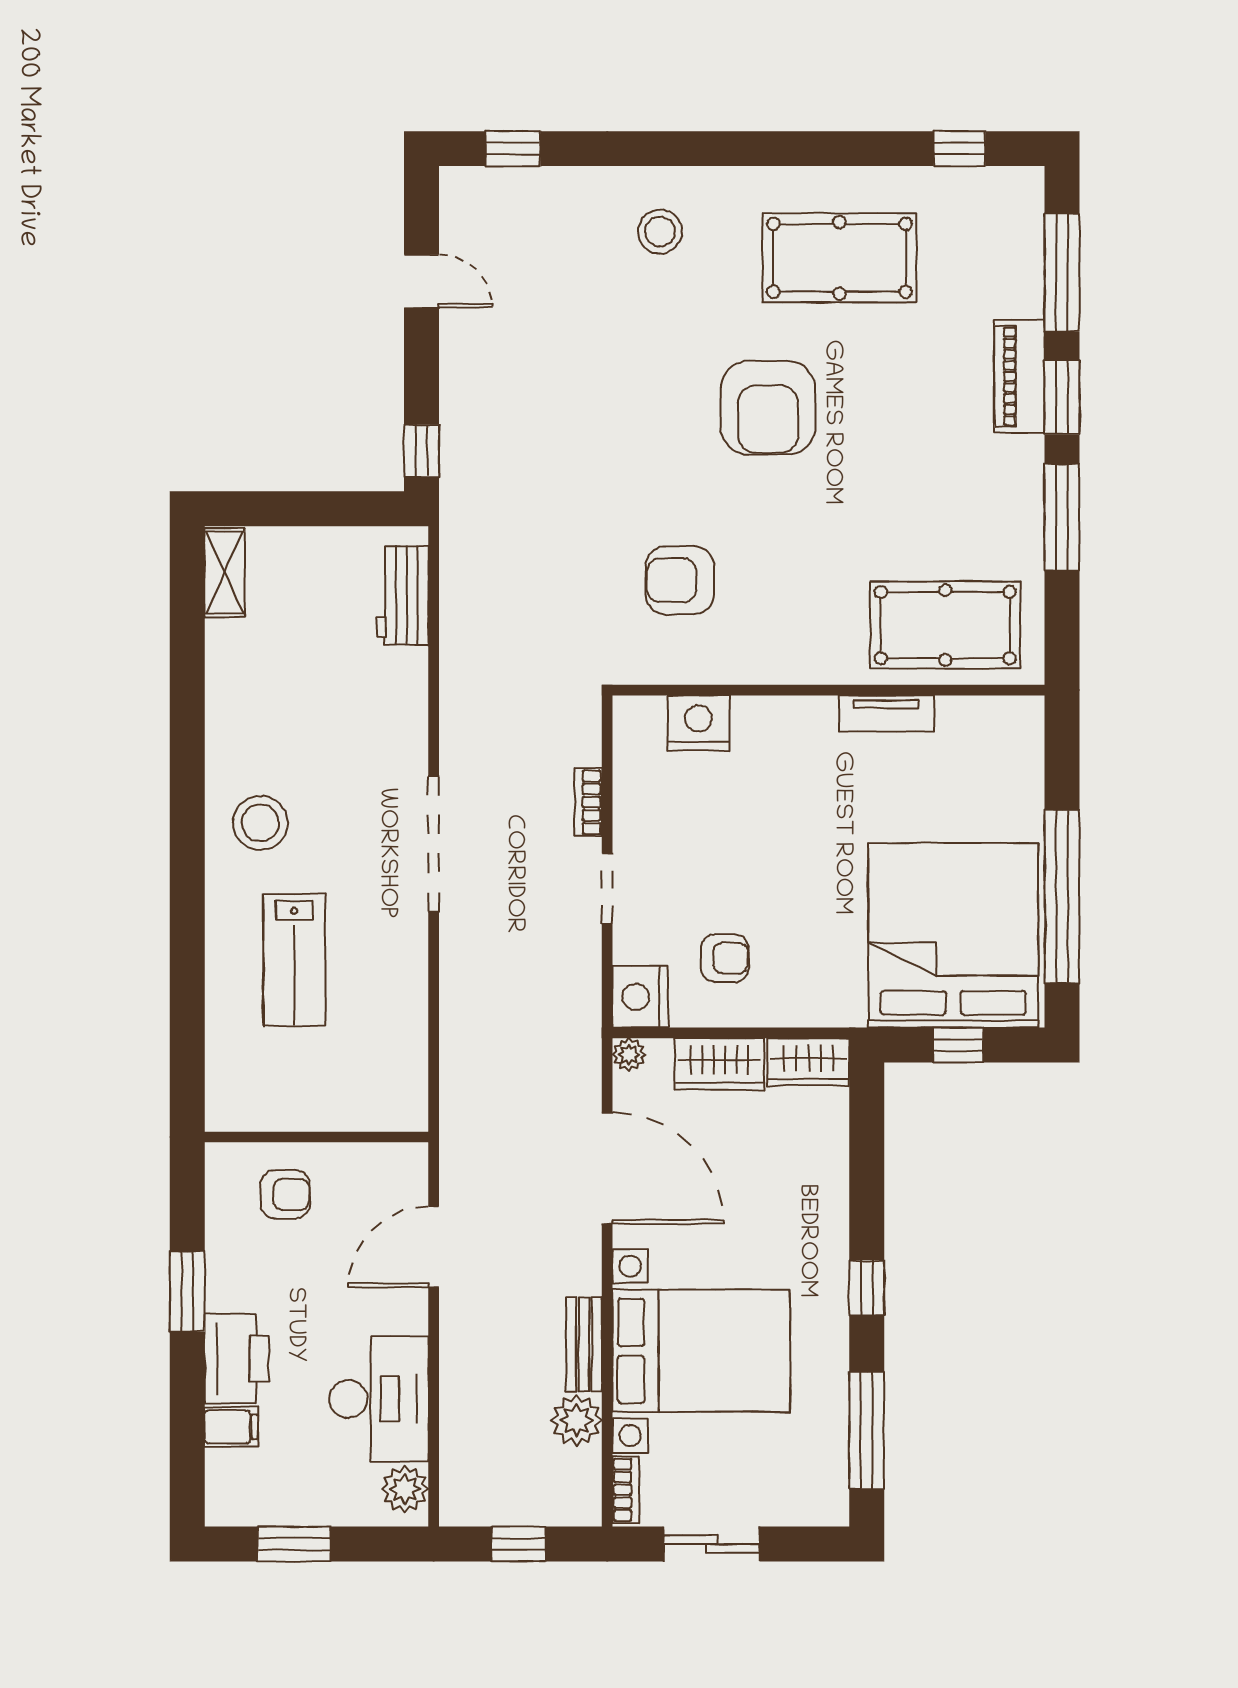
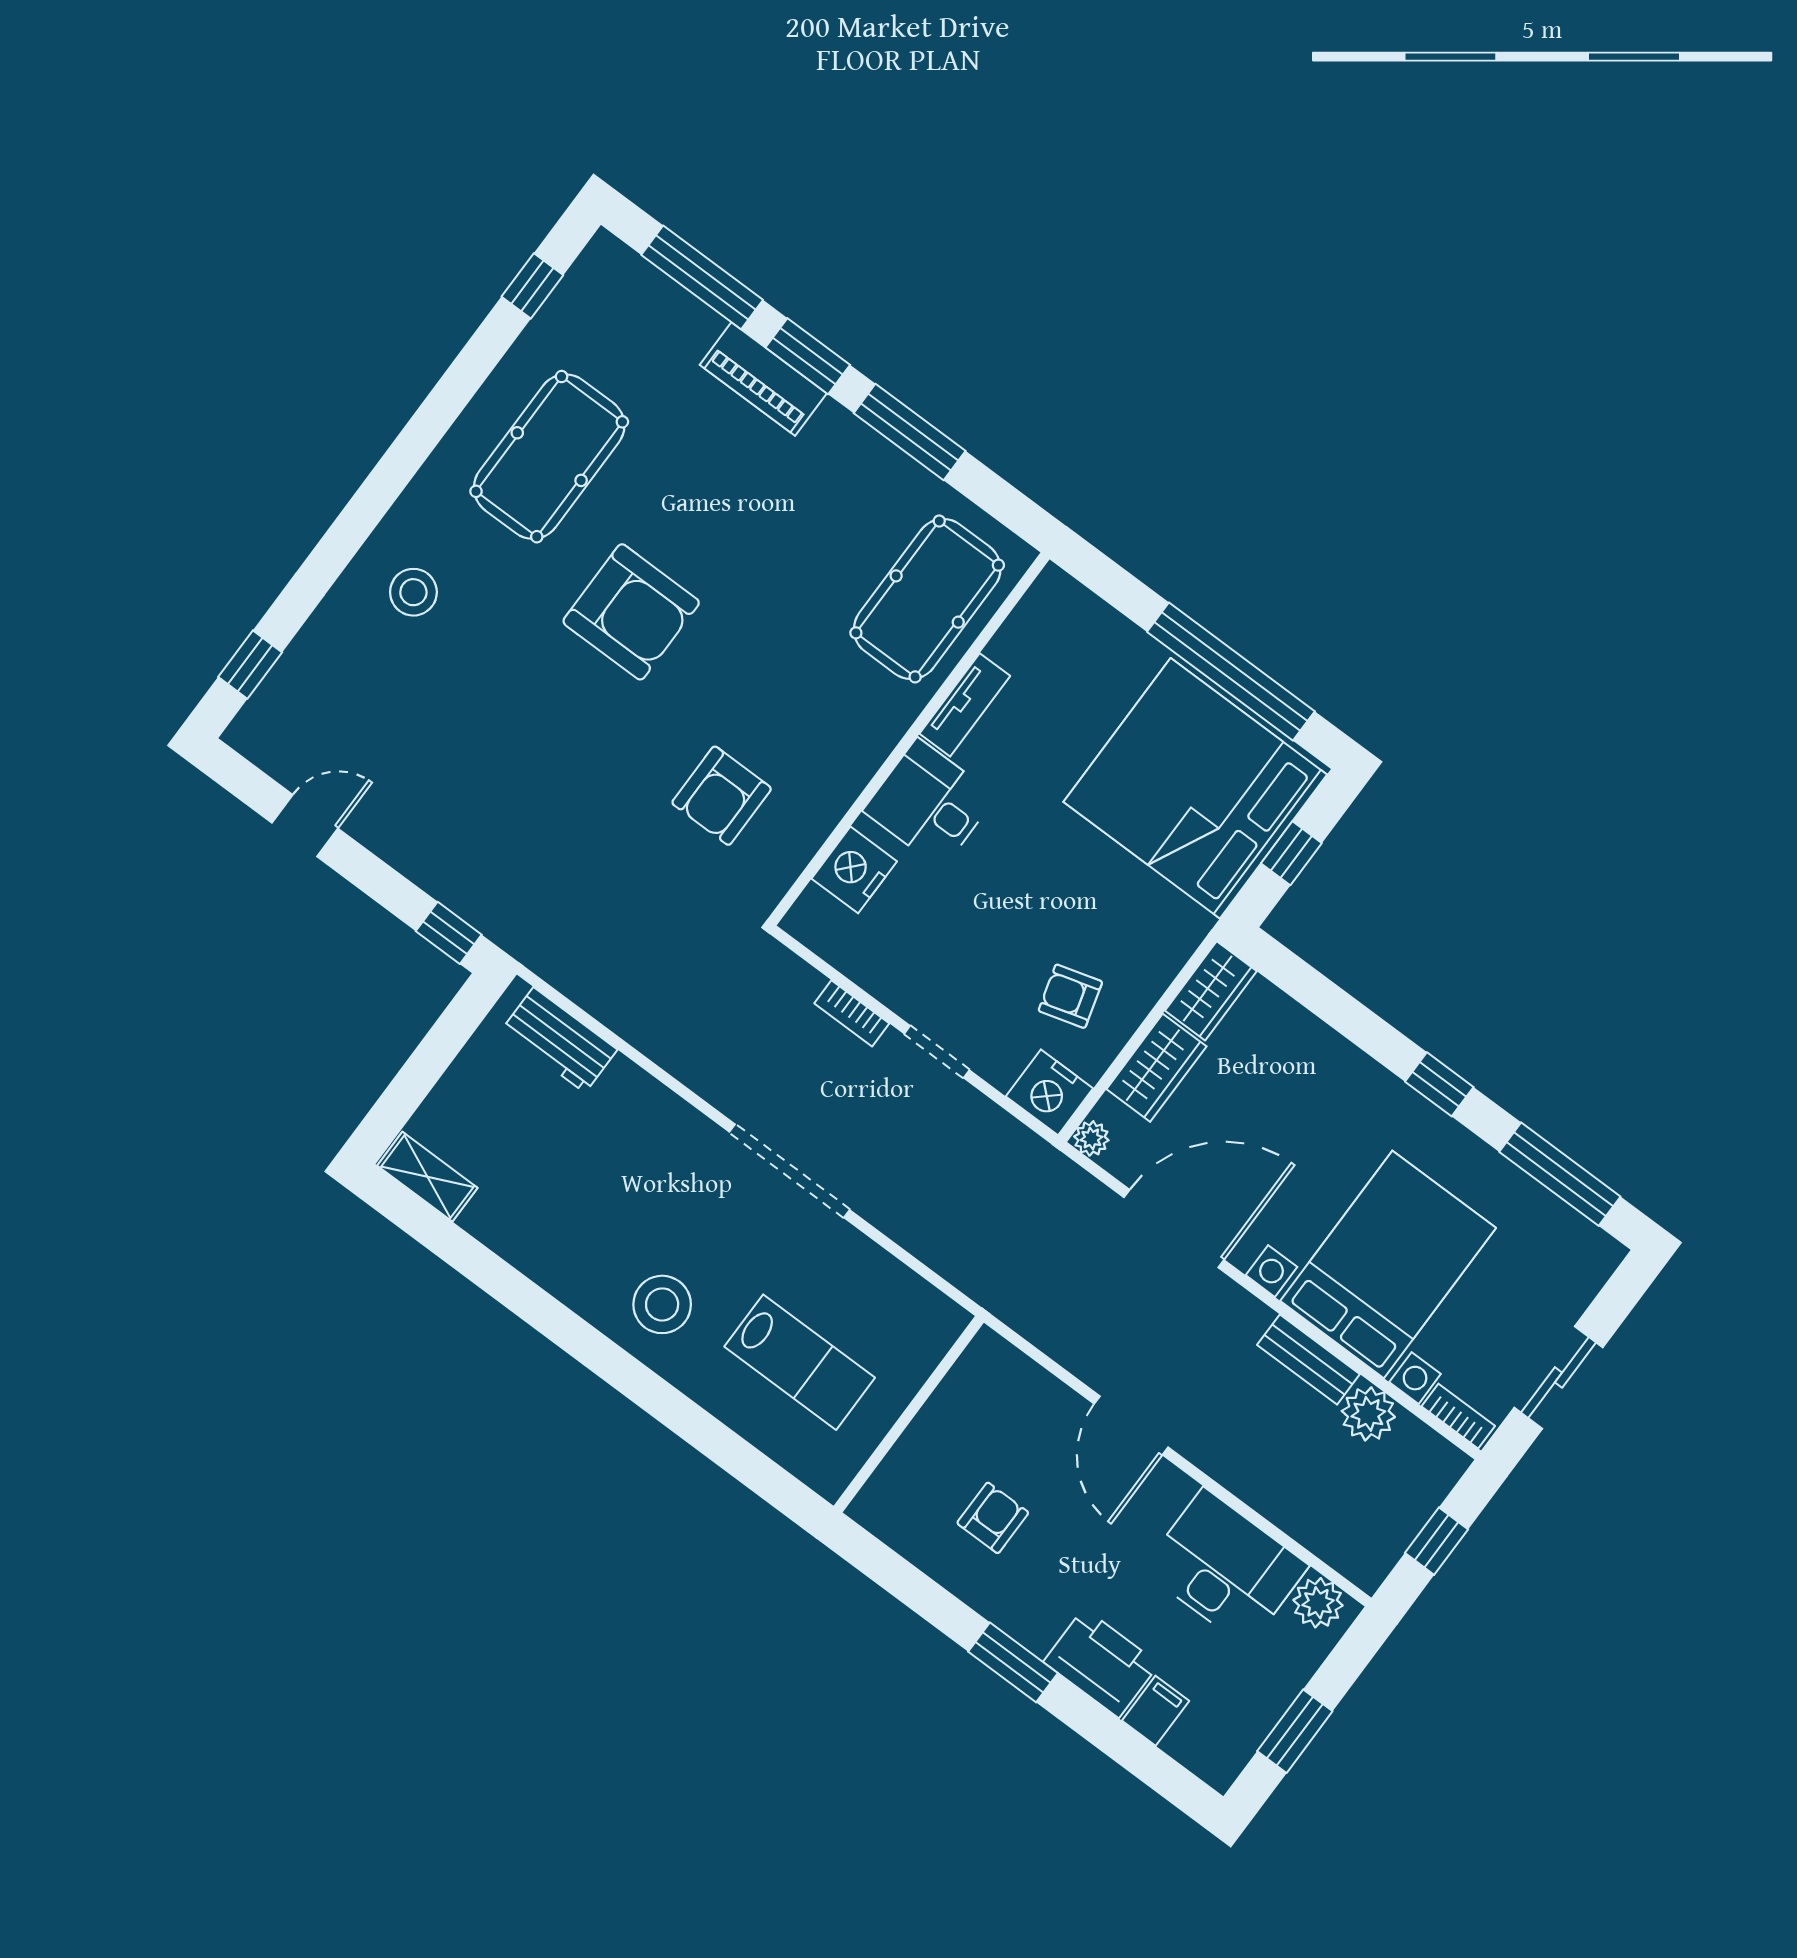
desk: (791, 743) -> (930, 804), added
armchair: (725, 958) -> (1070, 996), turned -106
wall: (316, 1137) -> (909, 1414), moved

